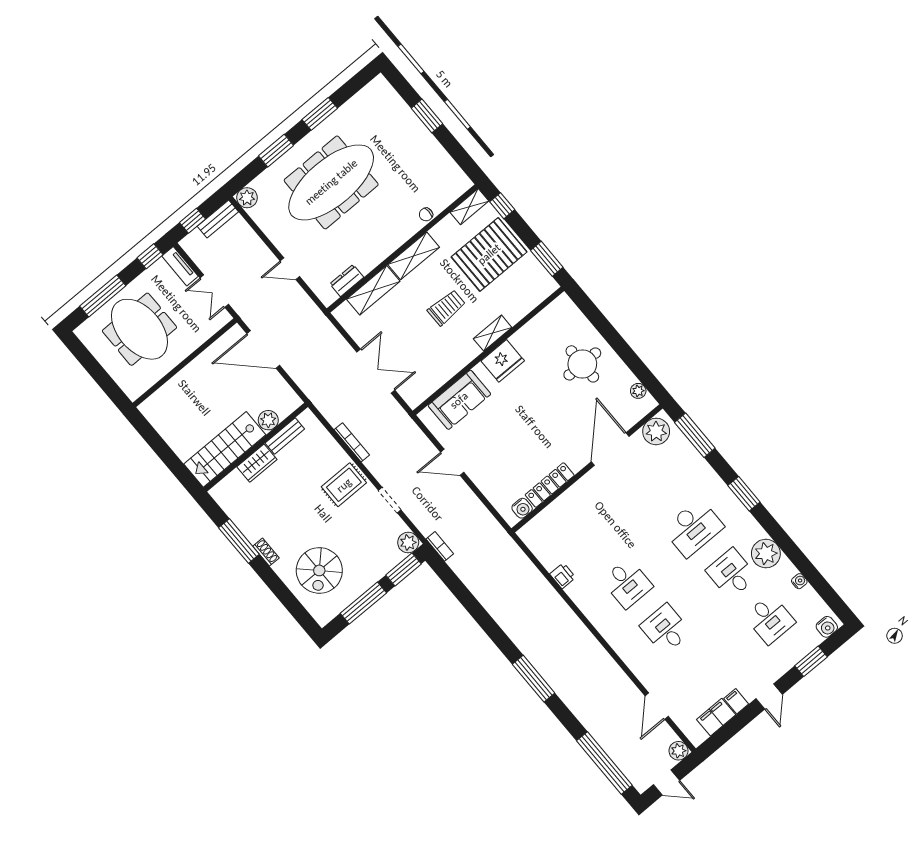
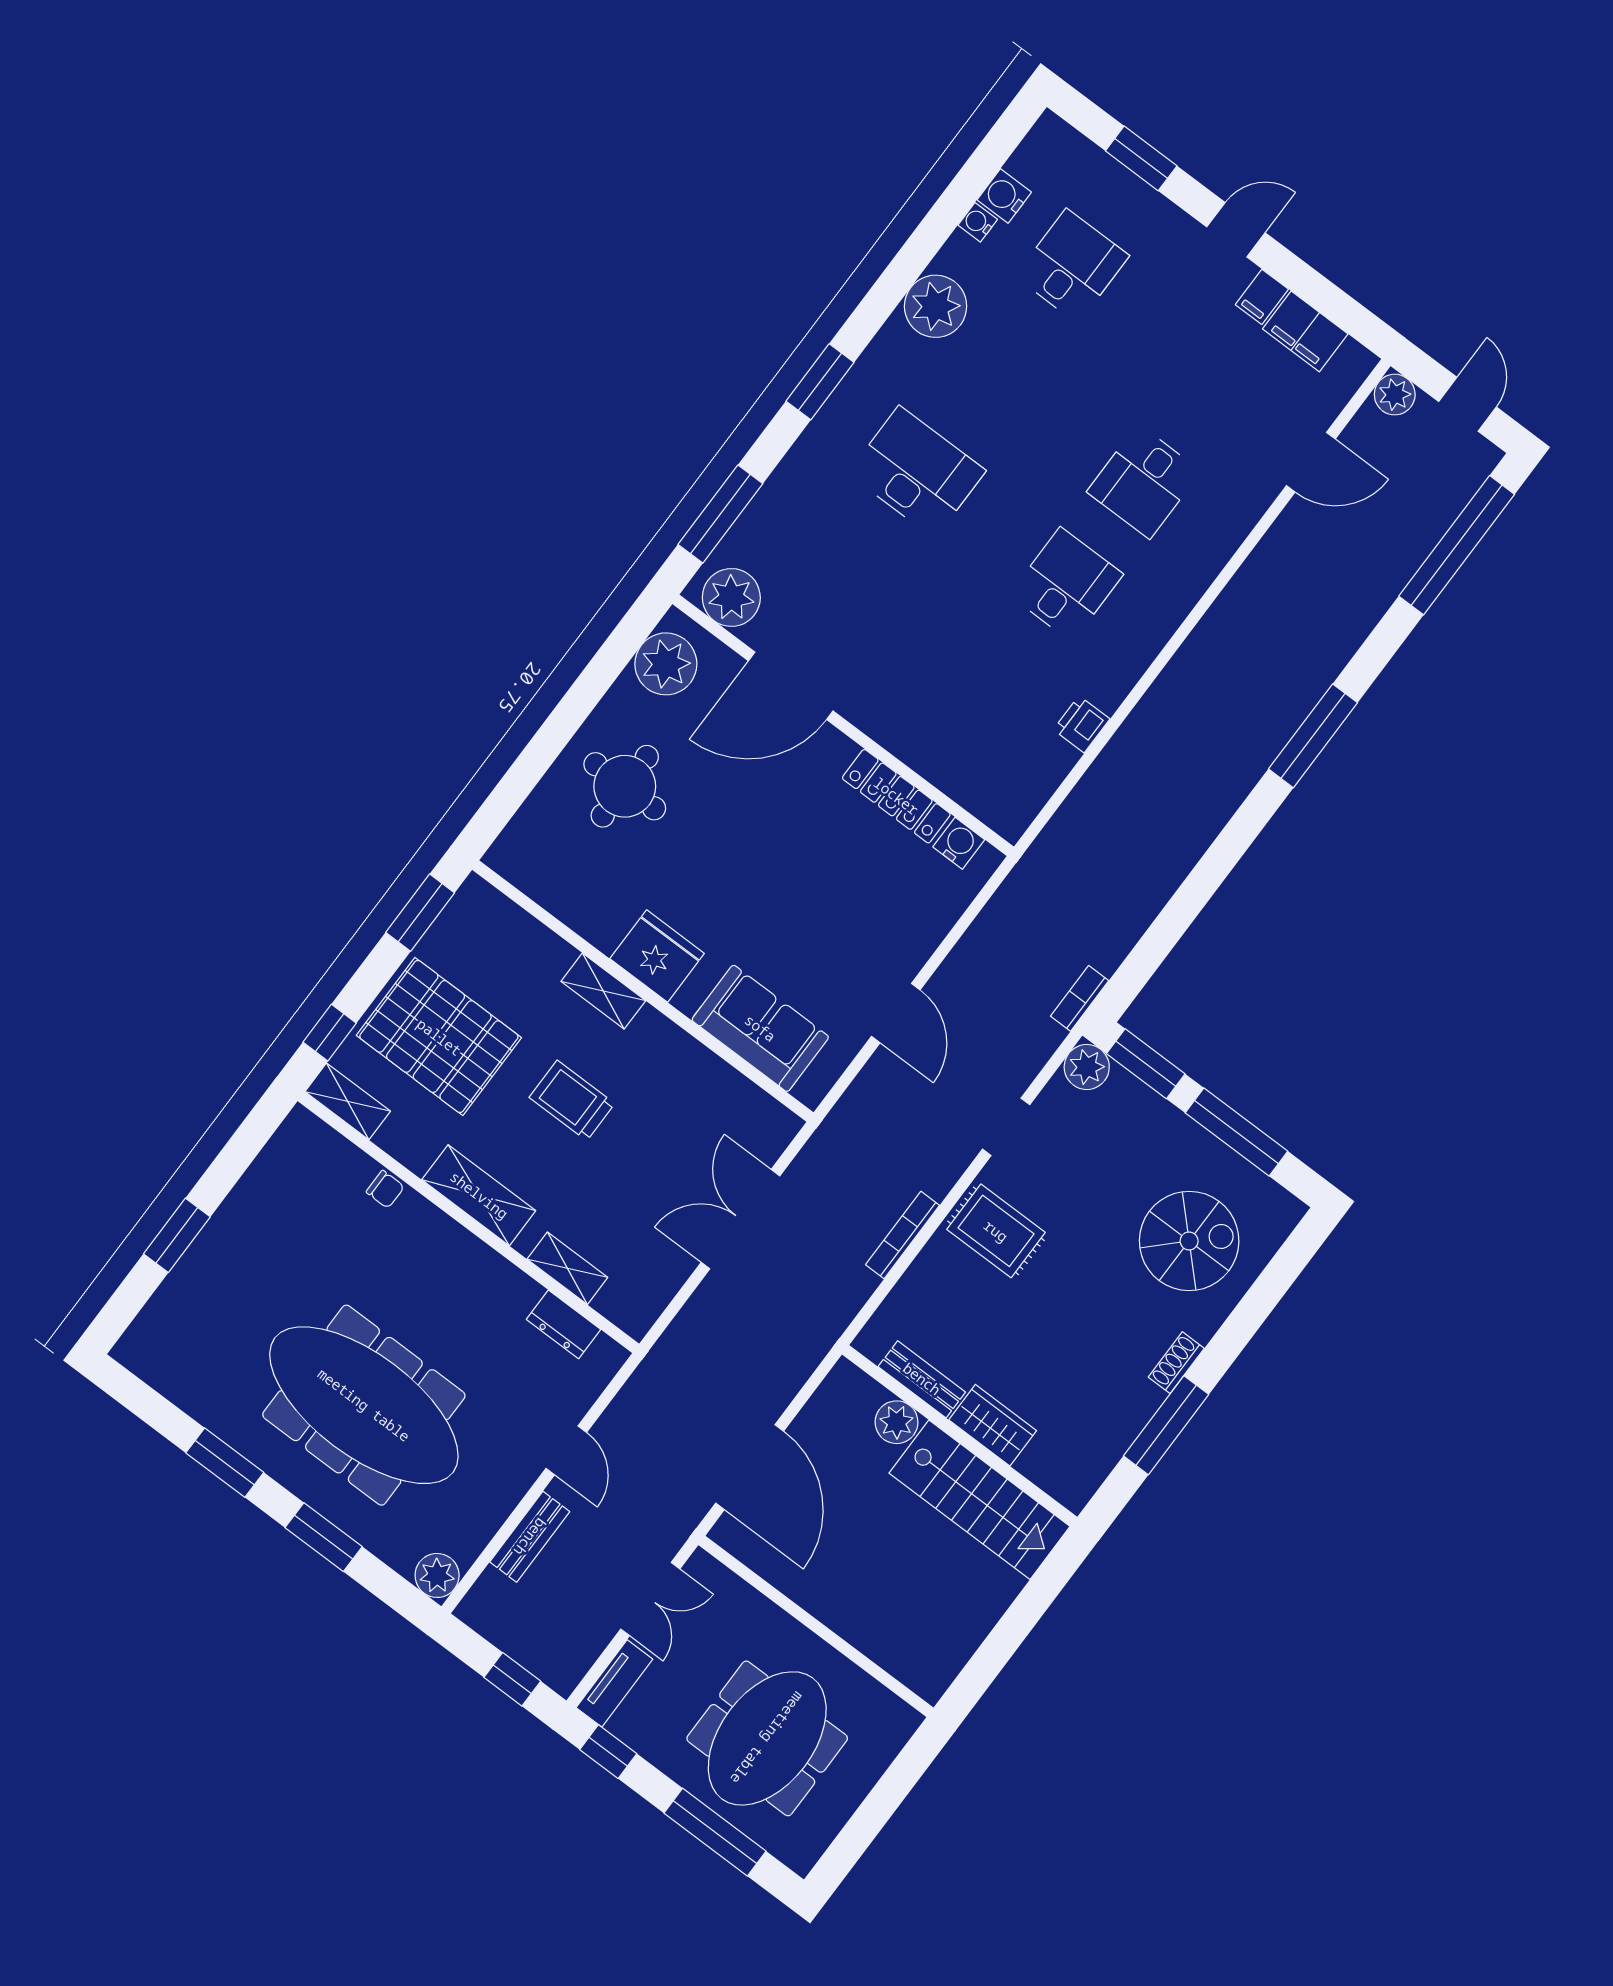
bench: (218, 219) -> (530, 1537), moved, turned 90
shelving: (373, 290) -> (567, 1268), width x0.67, depth x0.75
plant: (638, 391) -> (666, 664), width x1.88, depth x1.88
desk: (732, 574) -> (995, 369), removed
water cooler: (827, 627) -> (1004, 196), moved, turned -90

